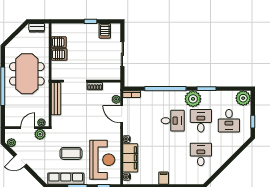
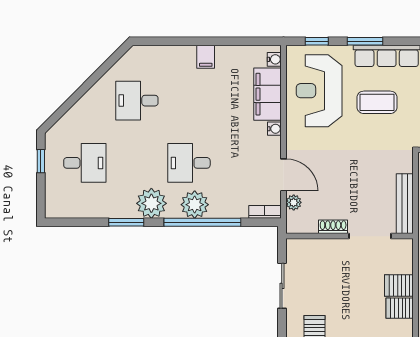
plant: (243, 98) -> (195, 205), moved
desk: (201, 121) -> (137, 163), removed
desk: (229, 121) -> (85, 163), turned 90
desk: (201, 154) -> (137, 101), turned 90

